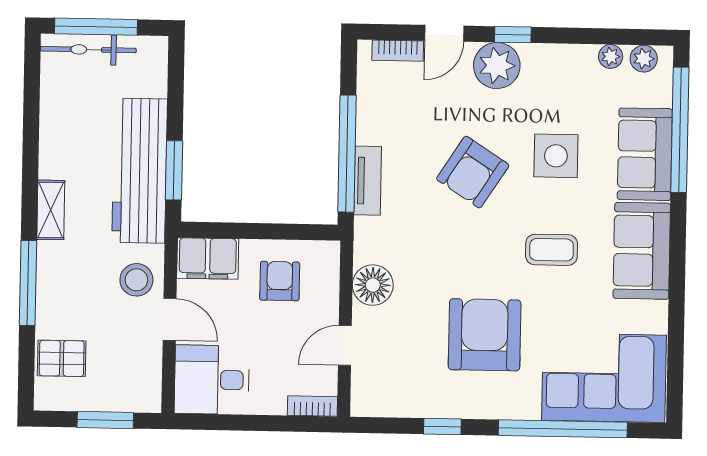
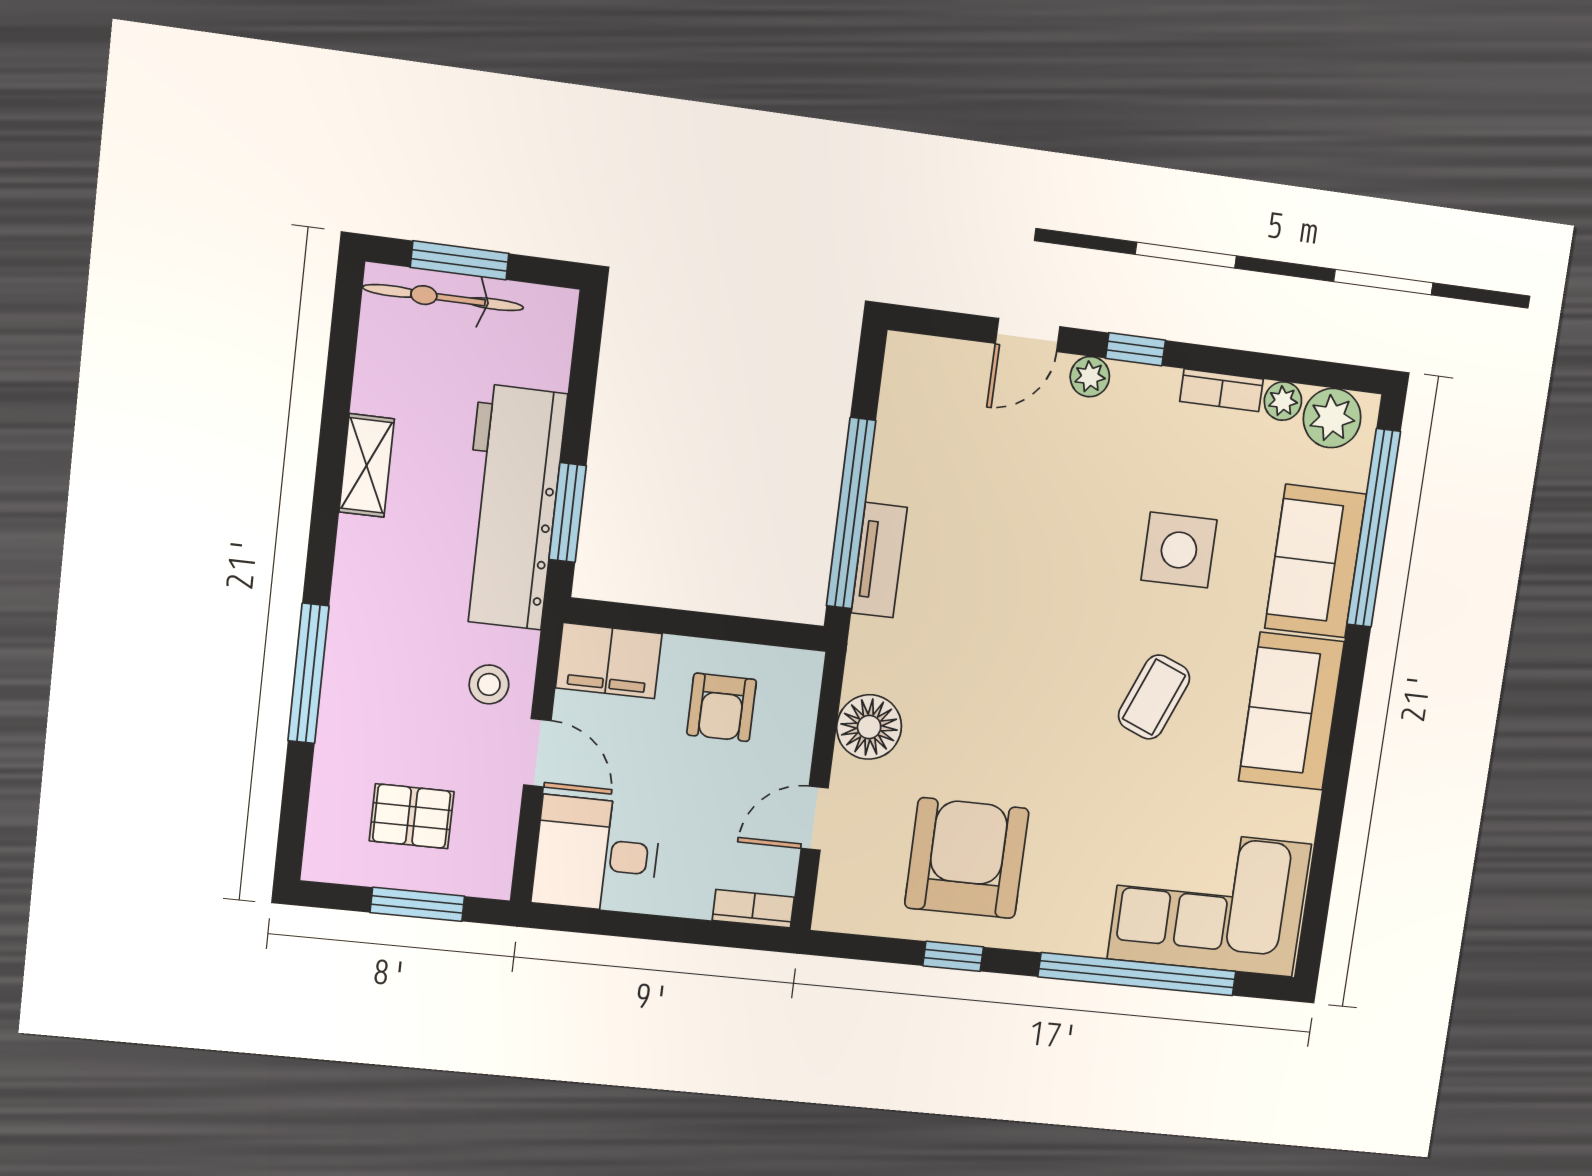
window: (96, 27) -> (460, 260), width x0.69
bookcase: (398, 51) -> (1222, 390), moved
plant: (644, 59) -> (1332, 418), width x1.38, depth x1.38
plant: (497, 66) -> (1090, 377), width x0.53, depth x0.53
armchair: (473, 172) -> (1047, 563), removed
shelving: (51, 210) -> (367, 465), moved
coffee table: (552, 250) -> (1154, 697), turned -68
stool: (136, 280) -> (489, 684), width x0.73, depth x0.73
armchair: (280, 281) -> (722, 707), turned 180
armchair: (485, 335) -> (967, 858), moved
pallet: (62, 358) -> (412, 816), moved

